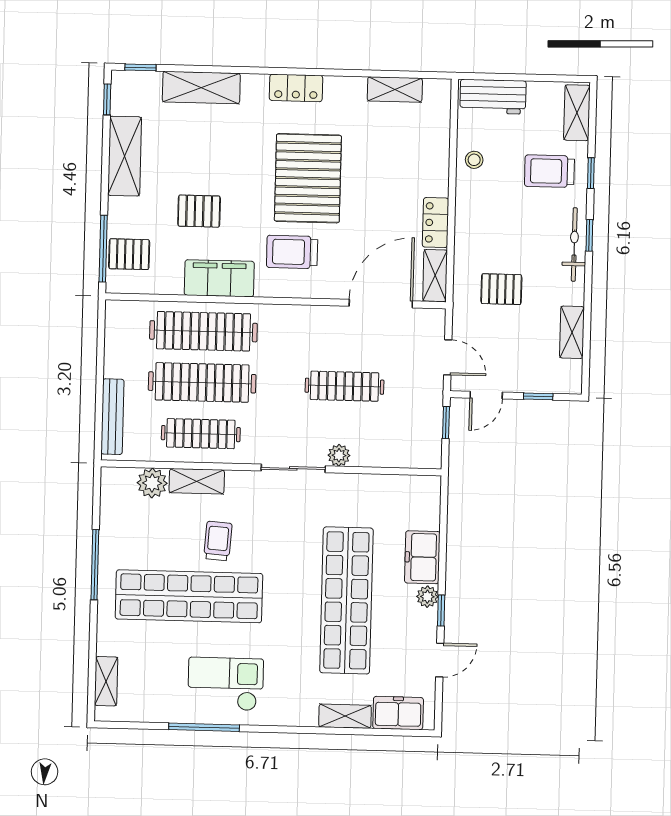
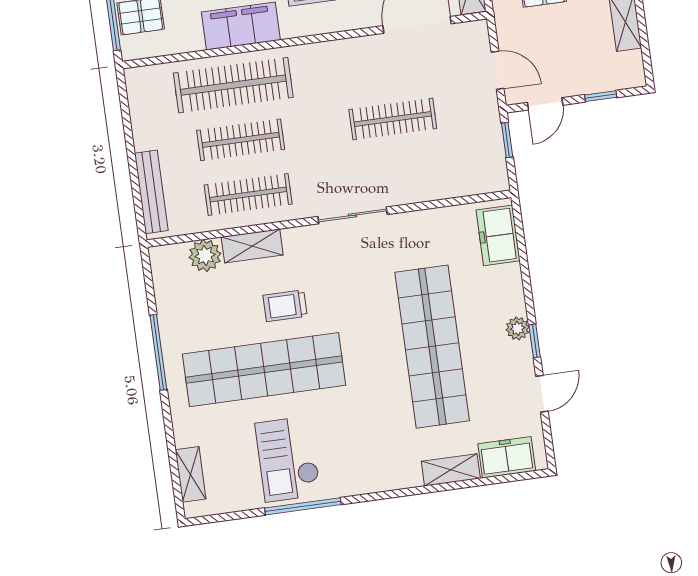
clothes rail: (202, 382) -> (241, 140), width x0.73, depth x0.76
plant: (339, 455) -> (399, 194), removed
trolley: (218, 541) -> (285, 306), turned -94
freezer: (422, 557) -> (498, 235), moved
checkout: (226, 684) -> (288, 459), moved, turned -90

